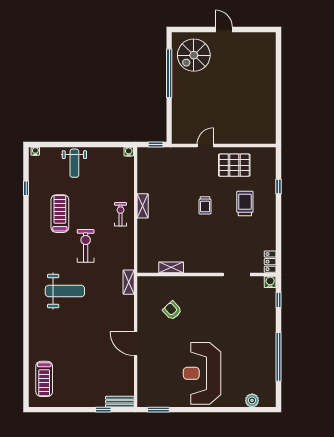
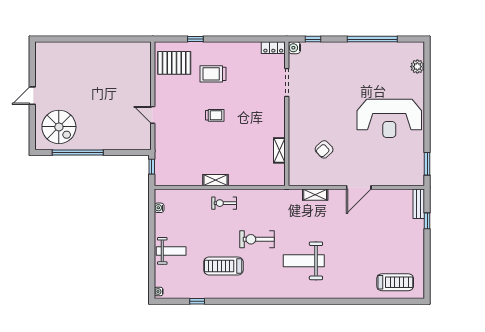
water cooler: (129, 152) -> (159, 208), moved
pallet: (234, 165) -> (174, 63), moved, turned 90
shelving: (129, 282) -> (315, 195), moved
weight bench: (65, 291) -> (304, 261), turned -90

